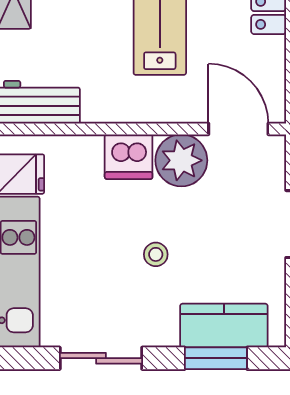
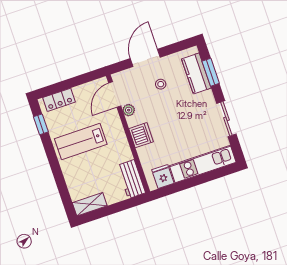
plant: (181, 160) -> (129, 110), width x0.53, depth x0.53
stool: (156, 254) -> (161, 84), moved

